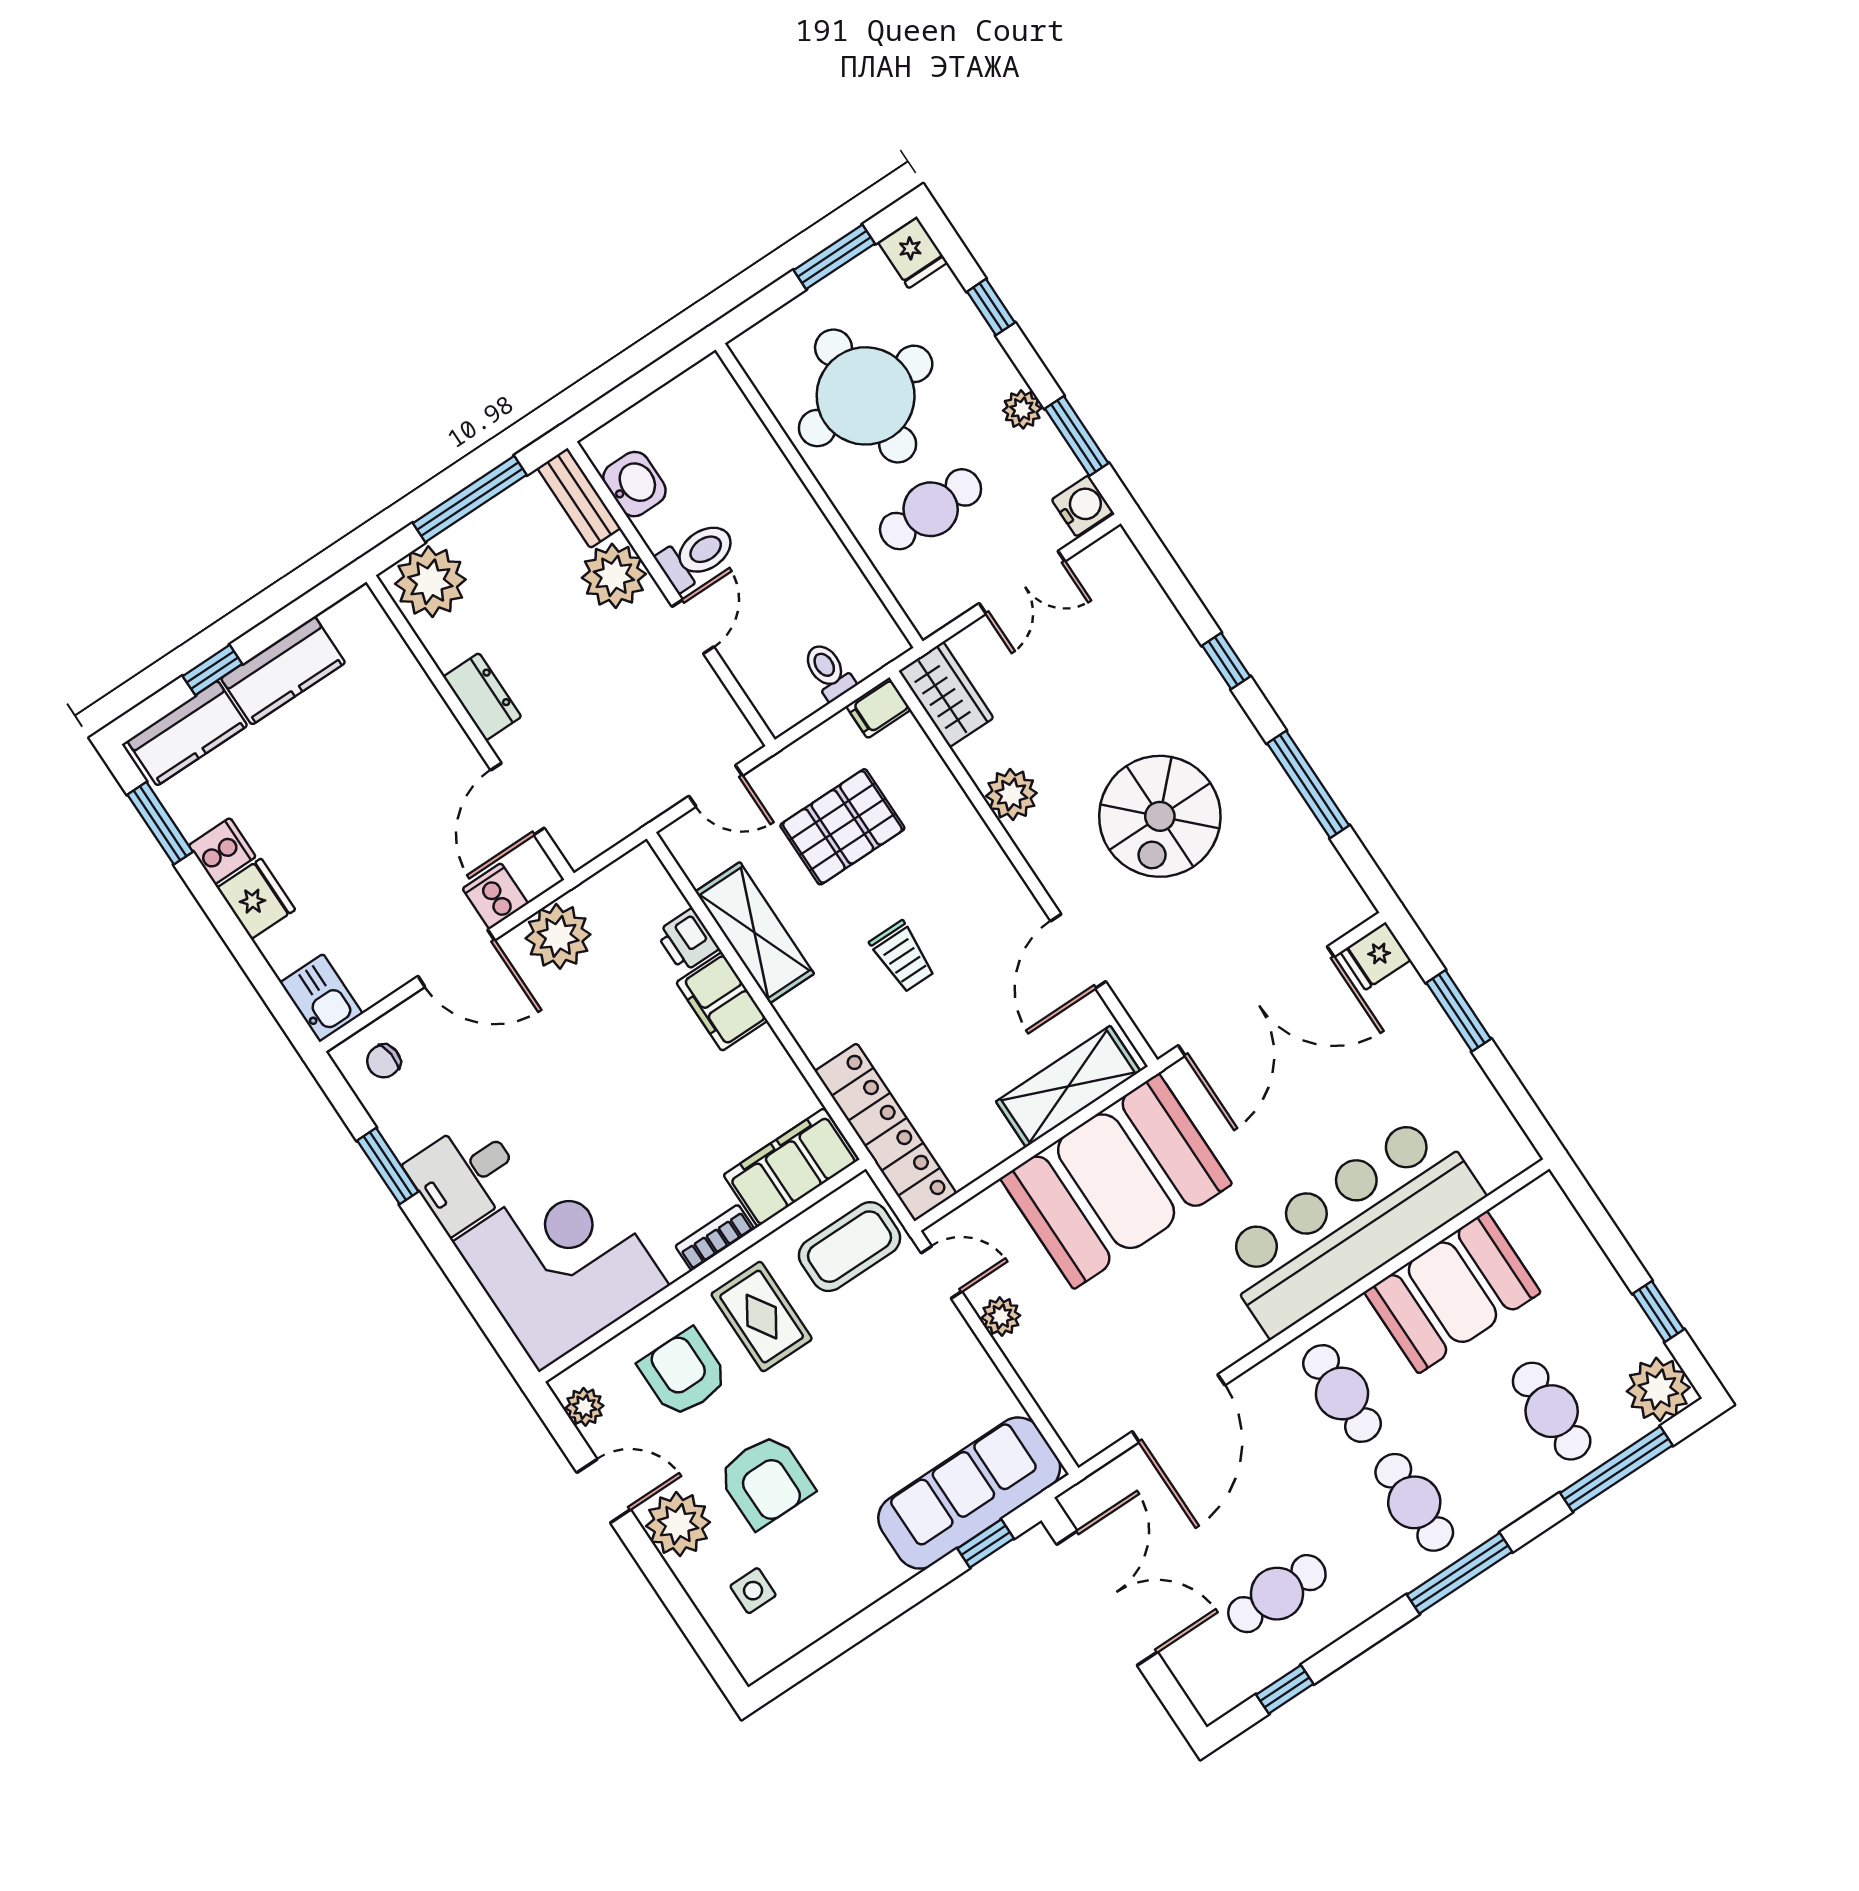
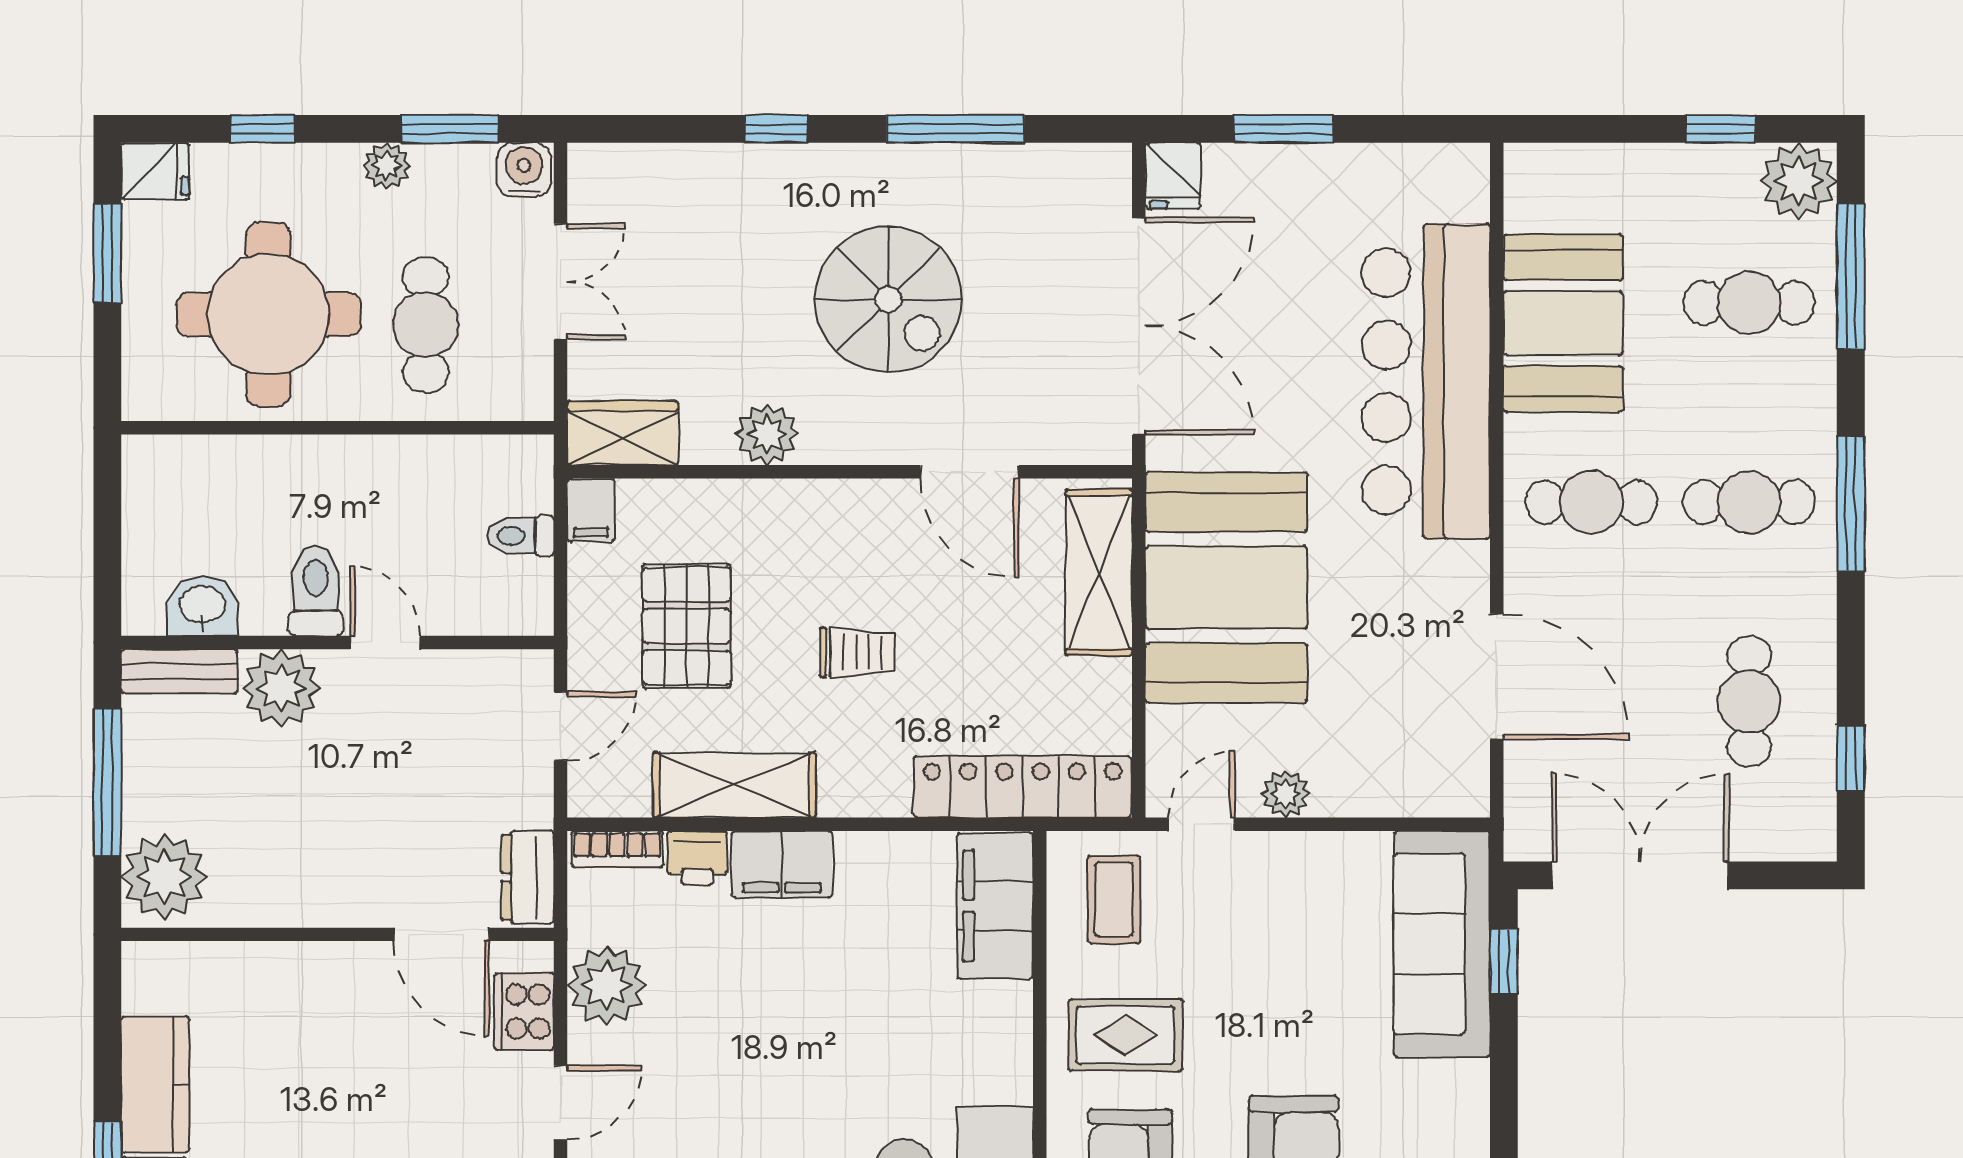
dresser: (482, 697) -> (528, 877), moved, turned -90
cooker: (495, 896) -> (524, 1012), width x1.36
door: (456, 958) -> (561, 1103), width x0.73
bookcase: (715, 1238) -> (617, 849), moved, turned -90
coffee table: (849, 1247) -> (1114, 900), width x0.73, depth x0.77

